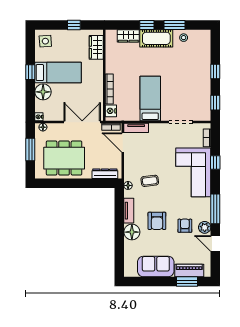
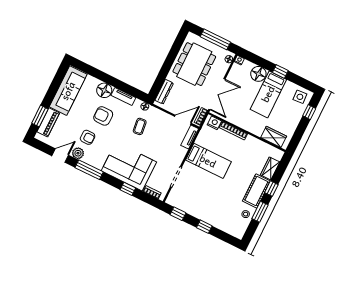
window: (74, 25) -> (309, 112), moved
window: (30, 150) -> (215, 39), width x1.44
sofa: (156, 267) -> (68, 91), width x1.36

